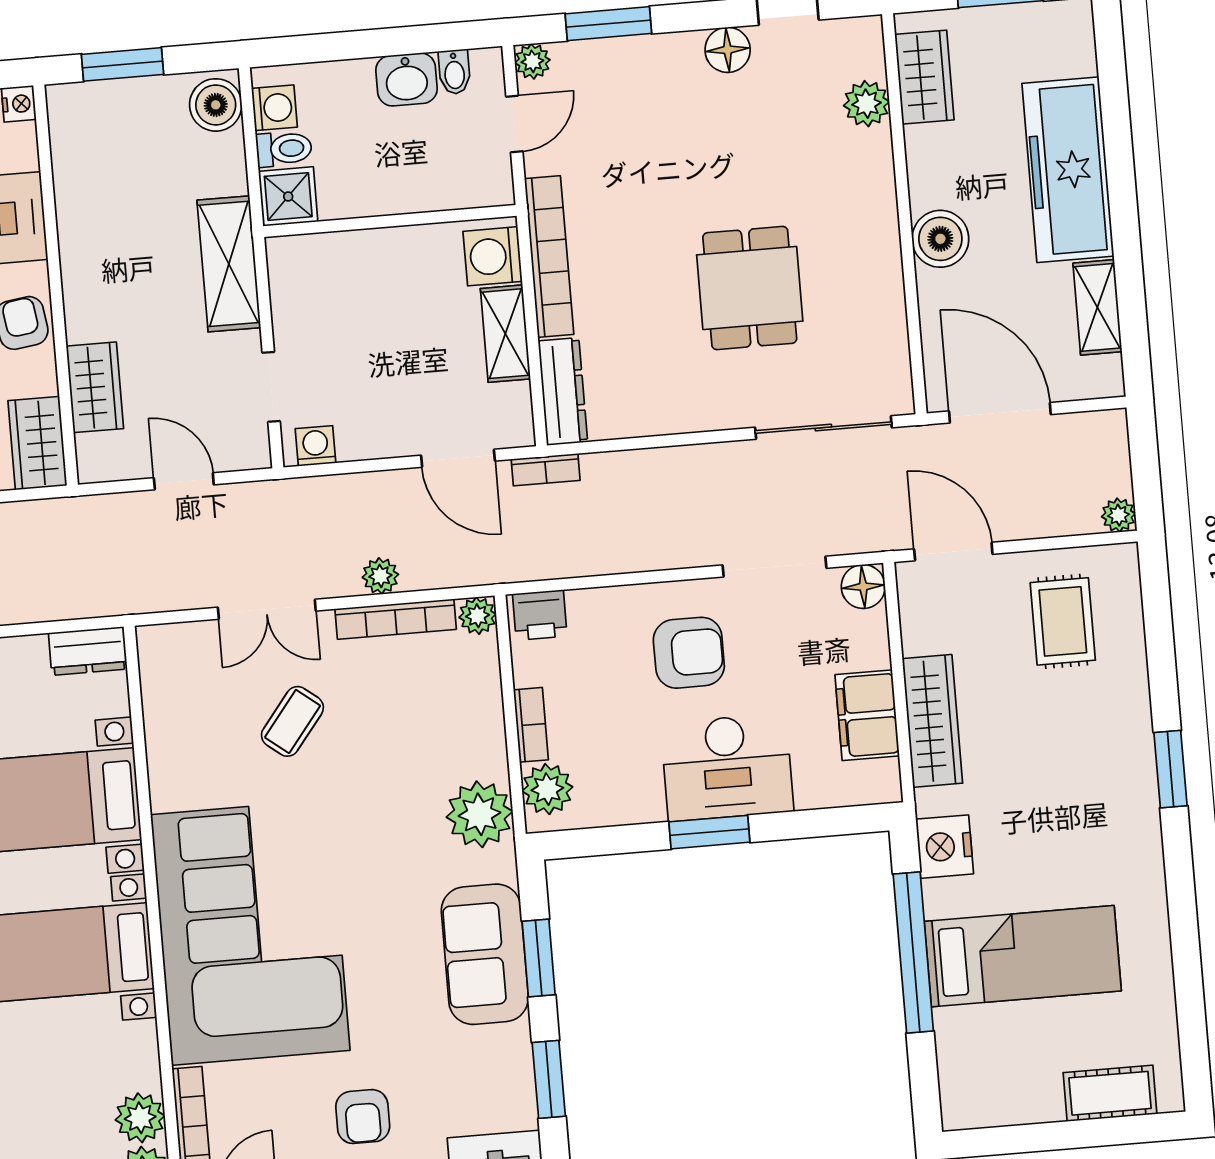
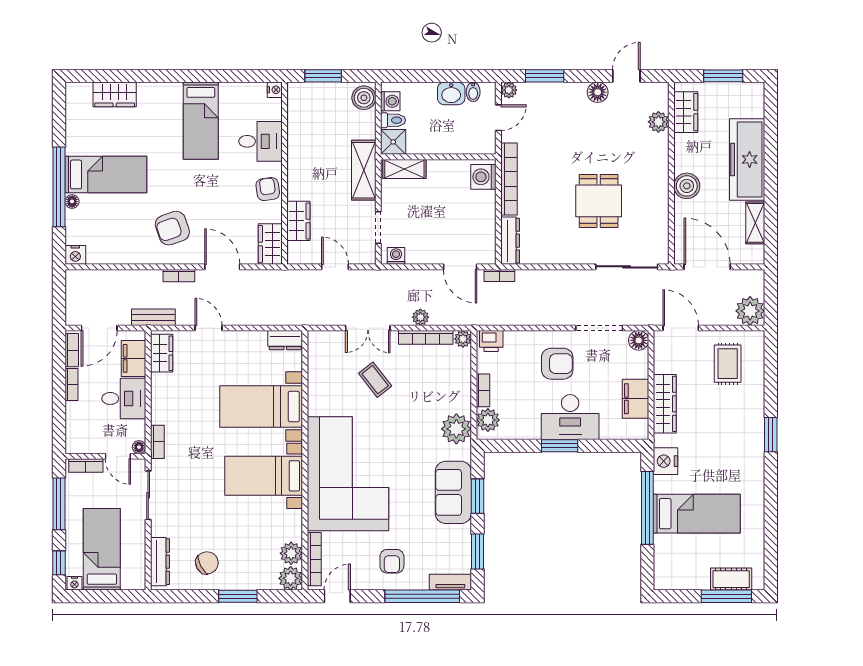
shelving: (505, 334) -> (404, 169), moved, turned 90
plant: (1119, 515) -> (750, 311), width x1.88, depth x1.88
coffee table: (292, 721) -> (375, 380), turned -76
window: (1103, 1132) -> (726, 596), added

